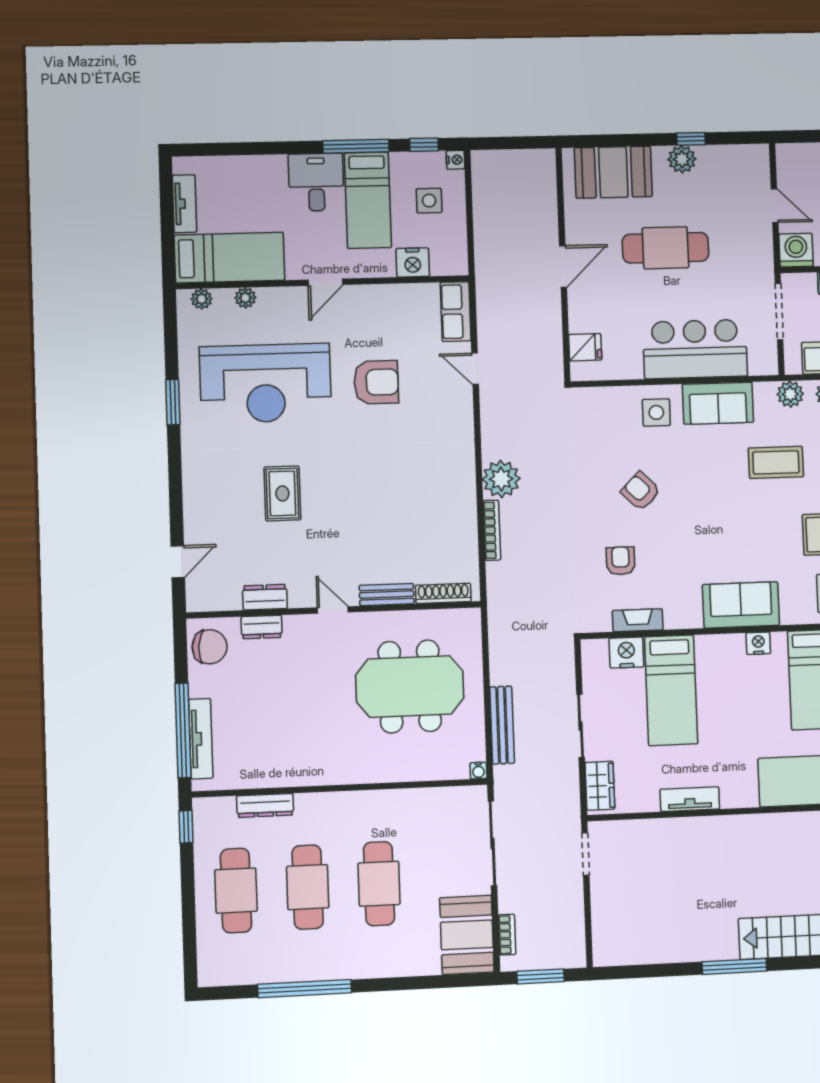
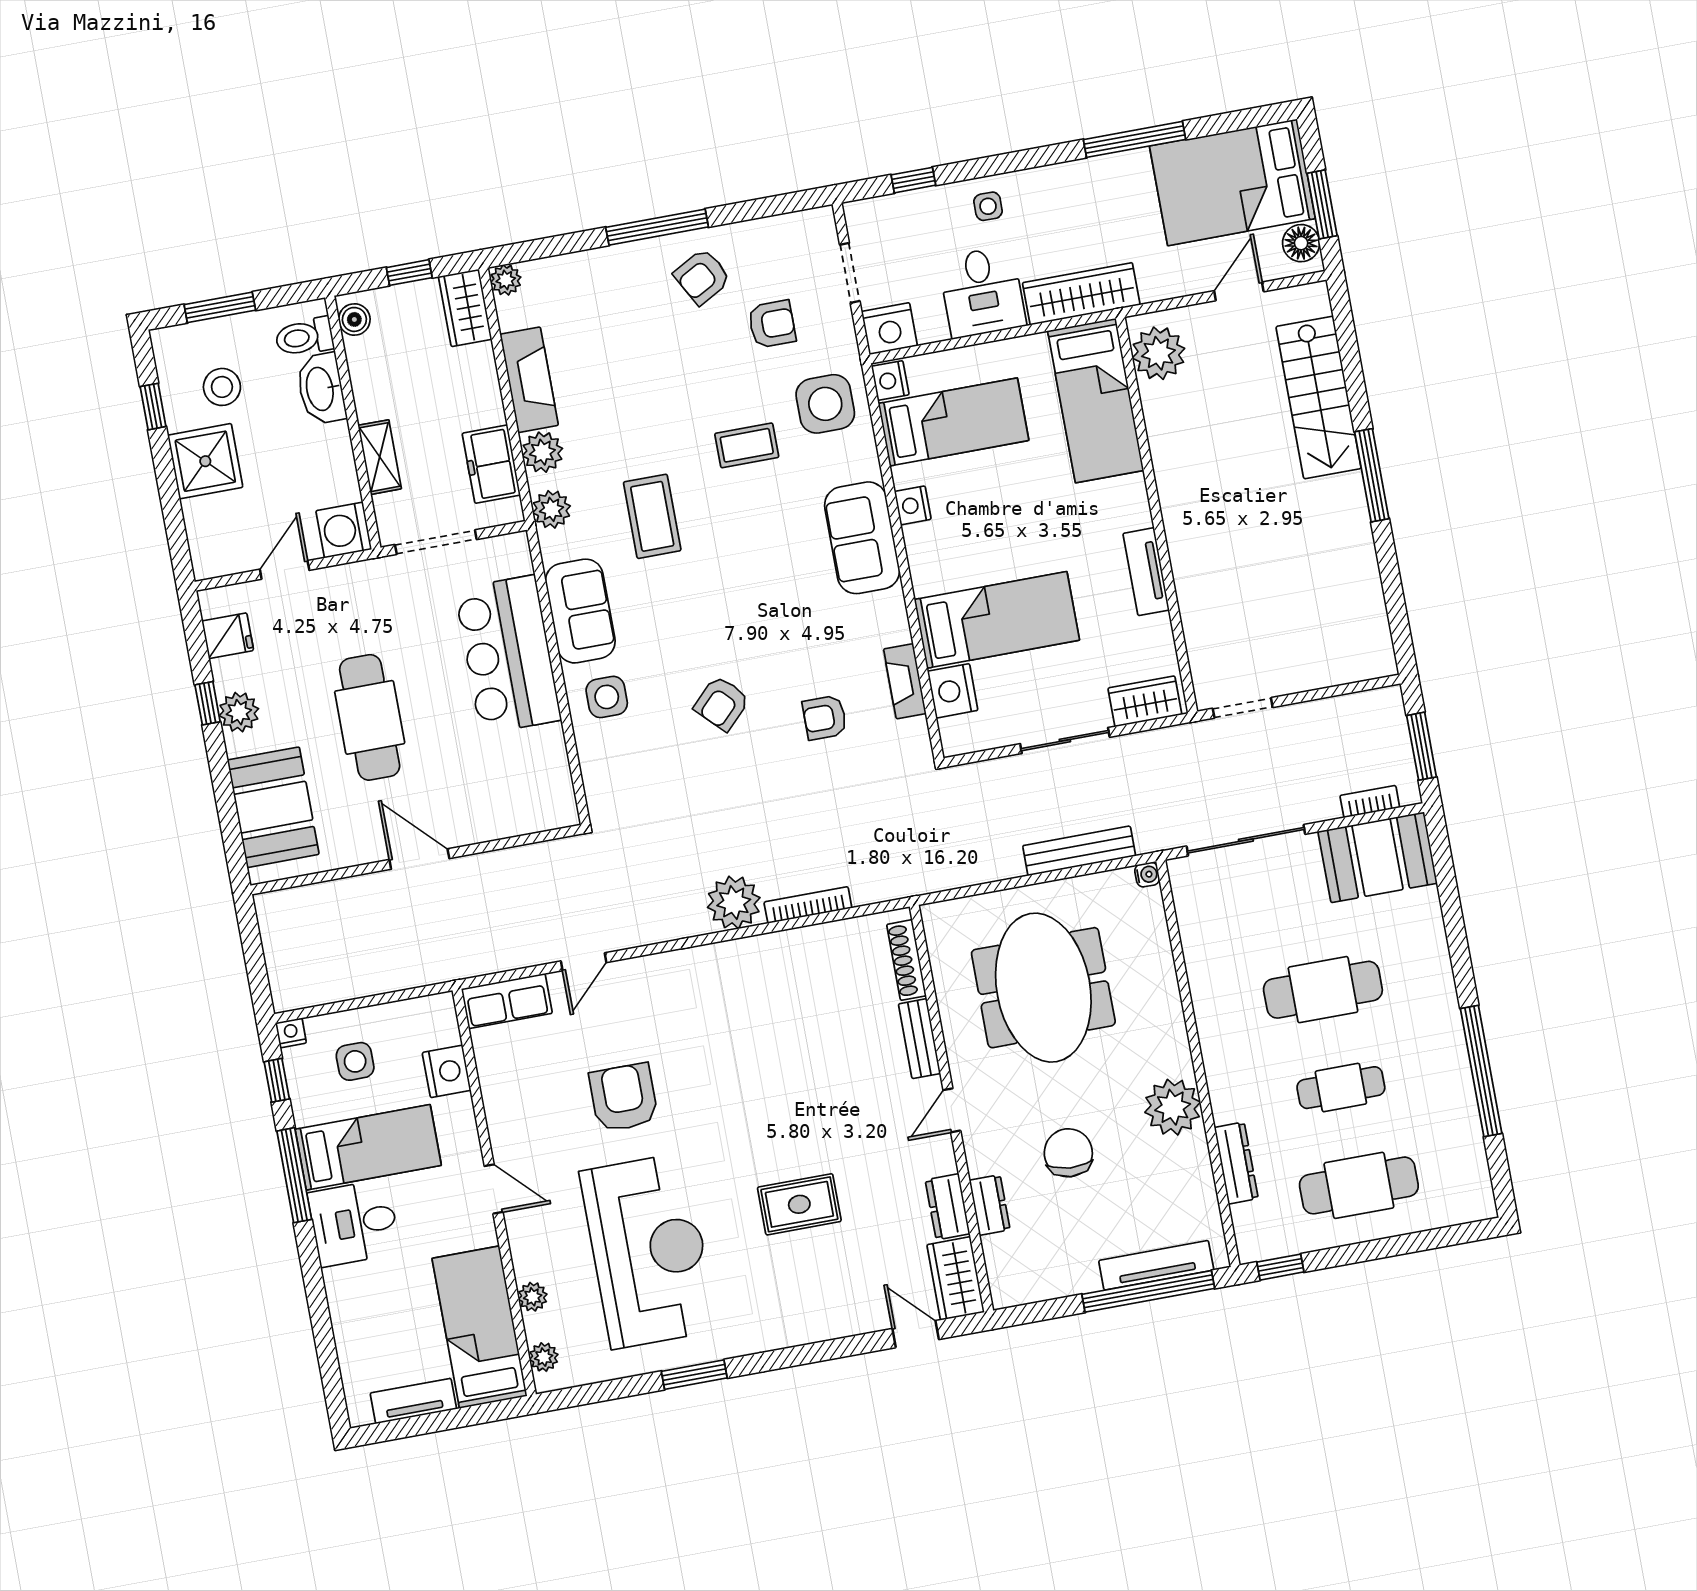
fridge: (585, 347) -> (228, 636), moved, turned 90
wardrobe: (213, 596) -> (956, 1278), added
chair: (210, 647) -> (1068, 1153), moved
plant: (312, 766) -> (1173, 1107), added
cafe table: (308, 887) -> (1341, 1088), width x0.73, depth x0.74

